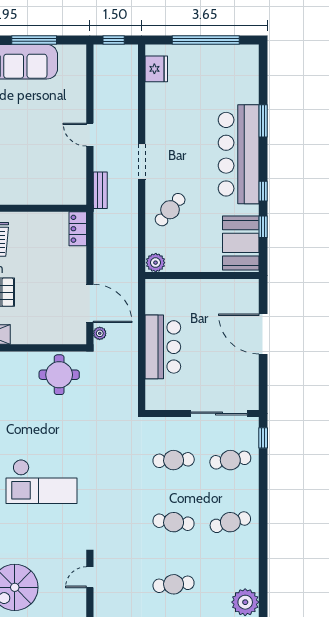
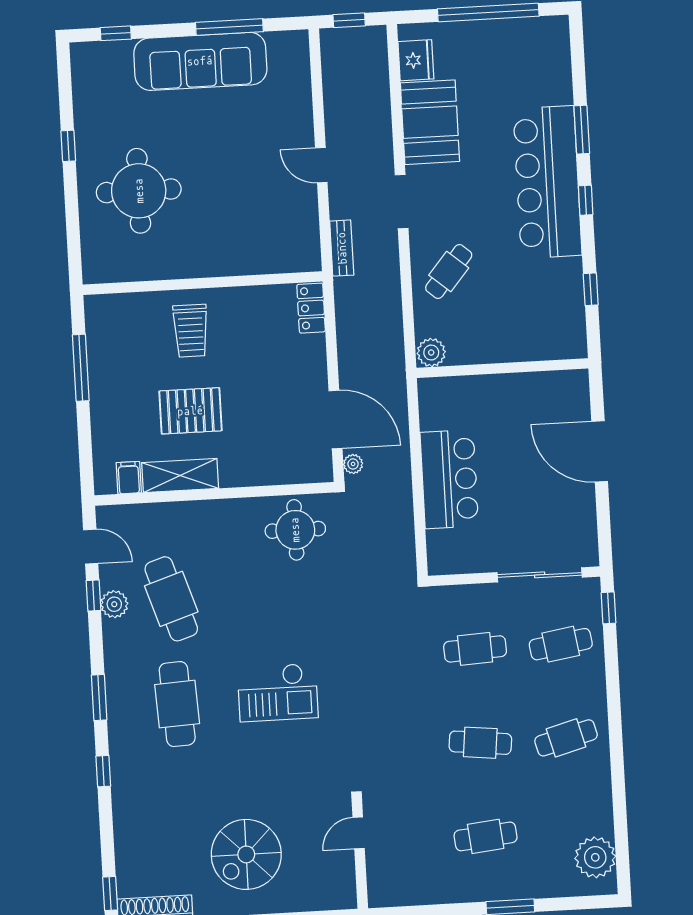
window: (263, 191) -> (586, 200), moved
booth: (241, 243) -> (430, 122), moved
checkout: (42, 481) -> (278, 692), width x0.73, depth x0.83

